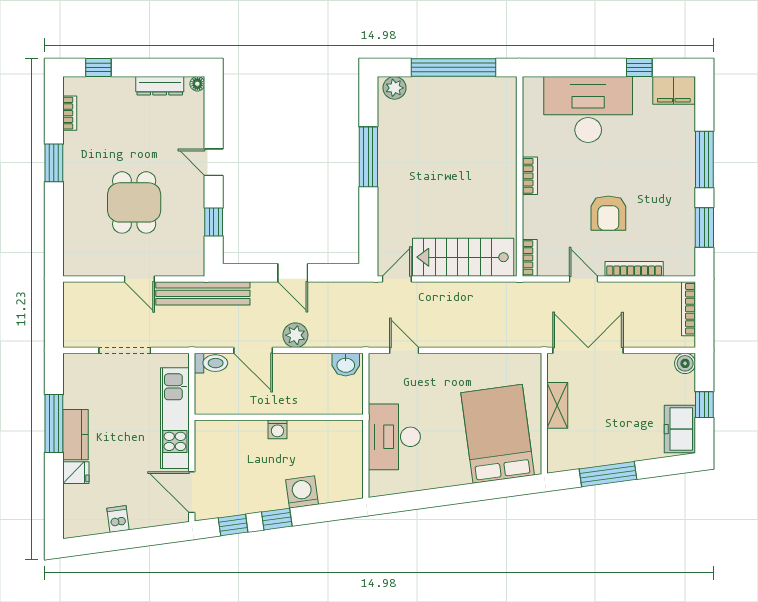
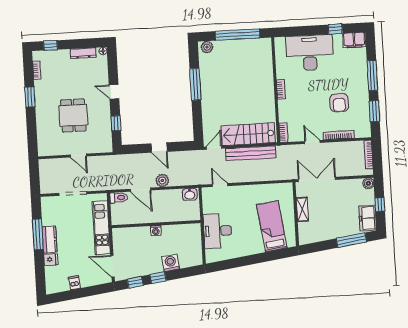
armchair: (608, 213) -> (339, 103), moved
bench: (203, 293) -> (251, 153), moved
bed: (498, 434) -> (272, 226), width x0.67
window: (608, 474) -> (351, 240), moved

